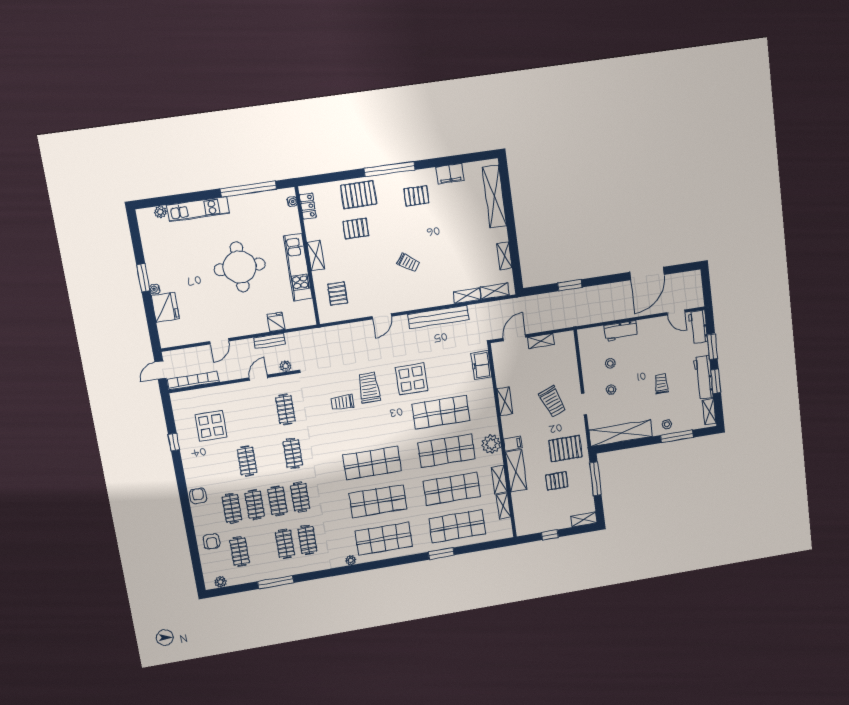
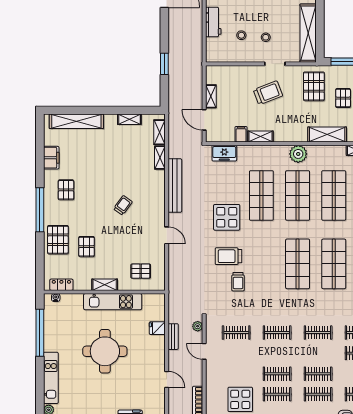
filing cabinet: (513, 444) -> (241, 134), moved
shelving: (499, 480) -> (333, 151), removed
clothes rail: (277, 501) -> (277, 394), moved

